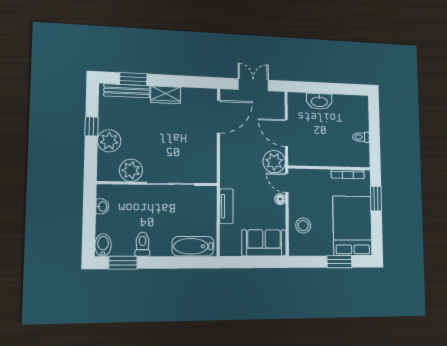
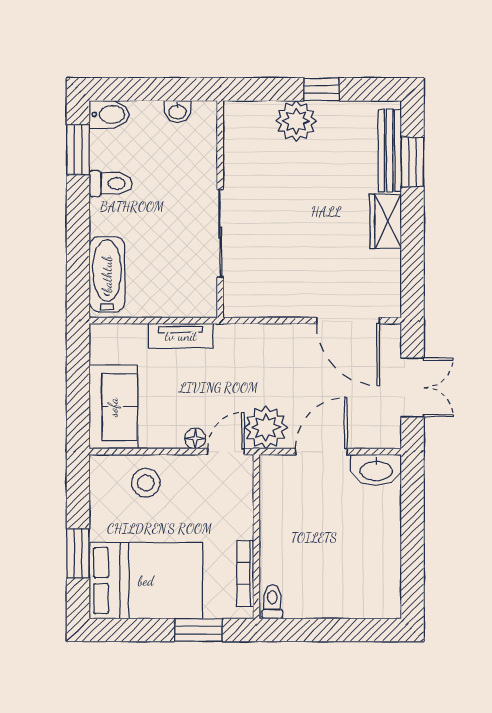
washbasin: (319, 101) -> (376, 470), moved, turned -90
toilet: (361, 137) -> (272, 602), moved
plant: (131, 170) -> (243, 161), removed

